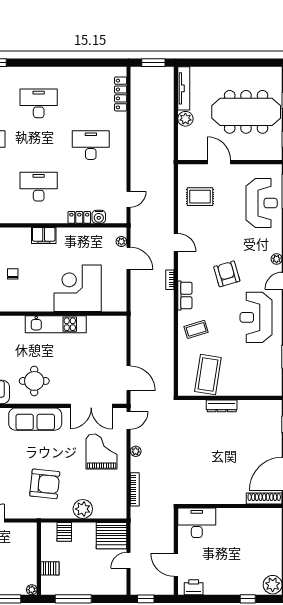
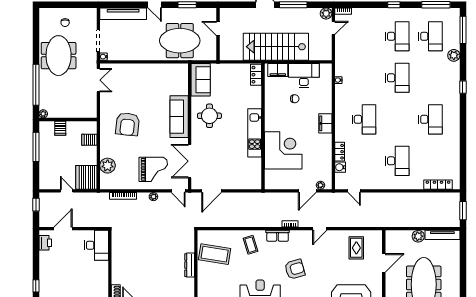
plant: (83, 509) -> (108, 166), moved

